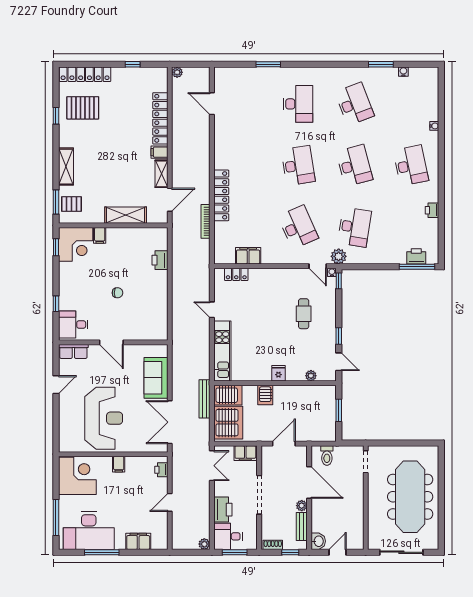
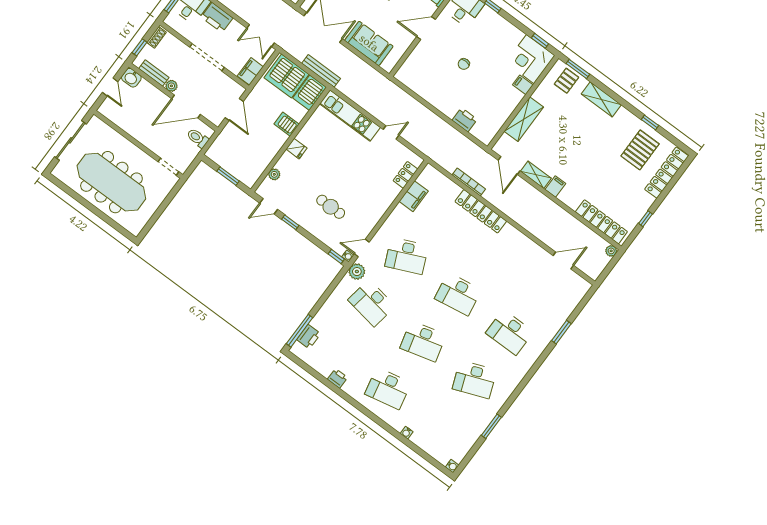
water cooler: (403, 72) -> (452, 466), moved
locker: (160, 118) -> (601, 222), moved

